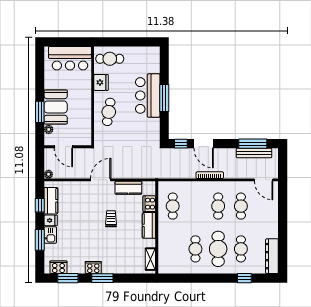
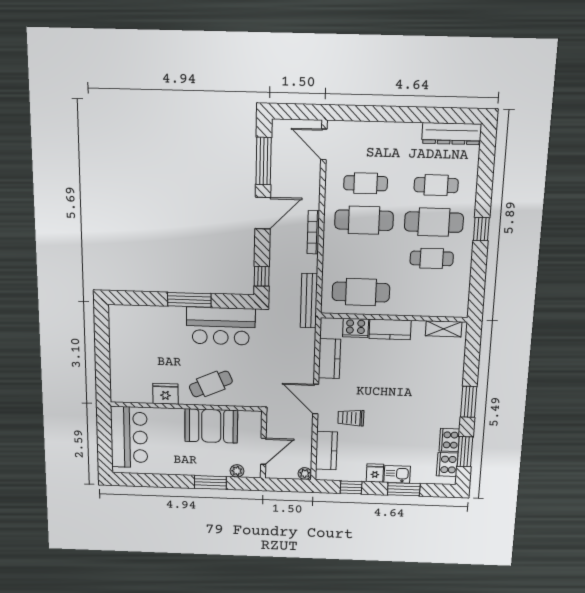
cafe table: (110, 59) -> (129, 380), removed
bar counter: (148, 95) -> (221, 326), moved
booth: (56, 107) -> (211, 426), moved
cafe table: (109, 112) -> (211, 384), turned -33
door: (204, 144) -> (263, 213), moved
bench: (254, 153) -> (309, 301), moved
door: (264, 180) -> (324, 144), swing flipped
kitchen counter: (51, 201) -> (326, 451), moved, turned 90
cafe table: (173, 206) -> (361, 292), width x1.37, depth x1.35
cafe table: (218, 206) -> (364, 220), width x1.37, depth x1.35
trolley: (111, 219) -> (351, 418), moved
cooker: (93, 268) -> (449, 440), moved
window: (244, 278) -> (481, 229), moved

